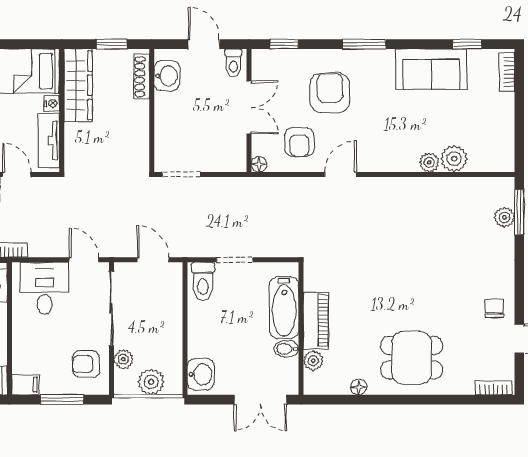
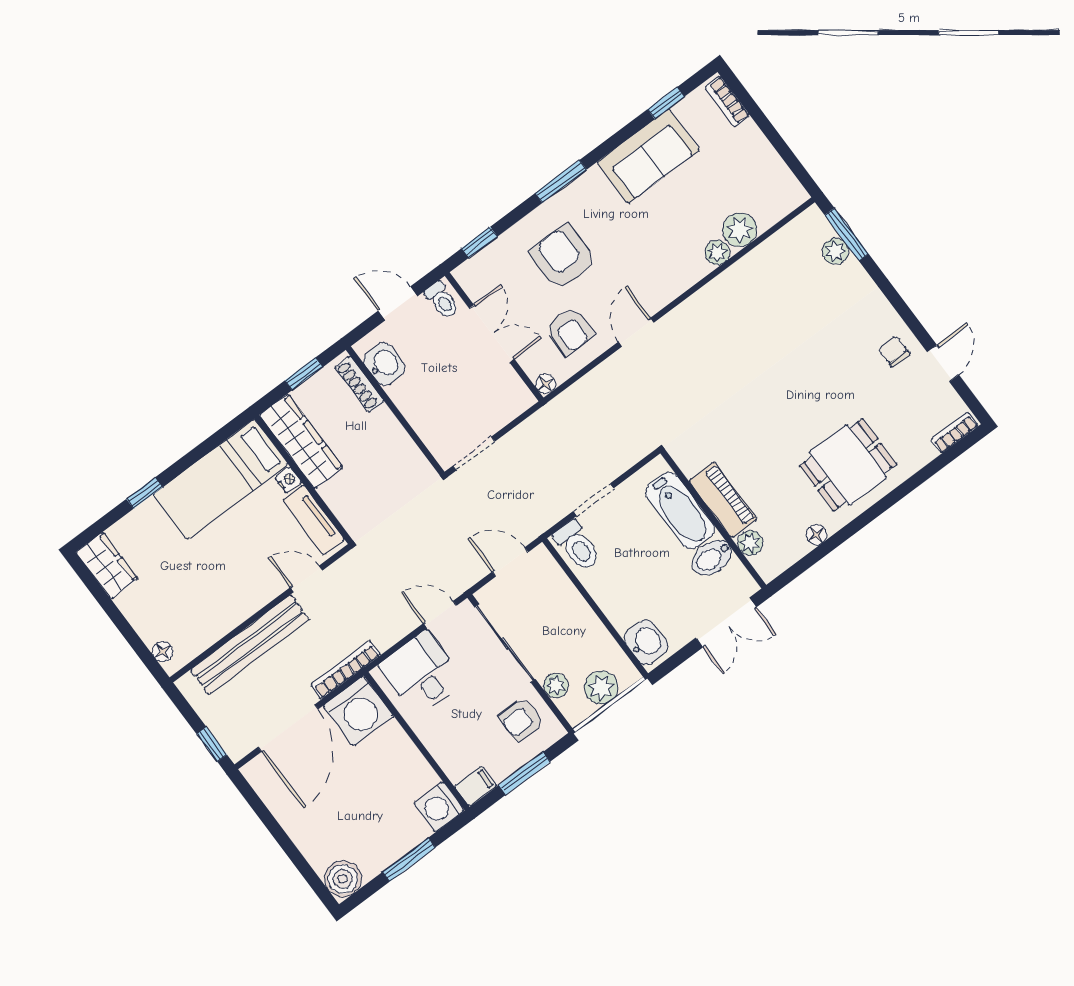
bidet: (286, 349) -> (712, 558), width x1.38, depth x1.36

